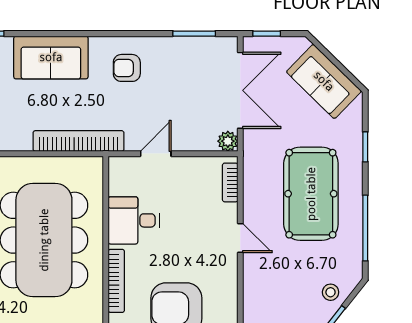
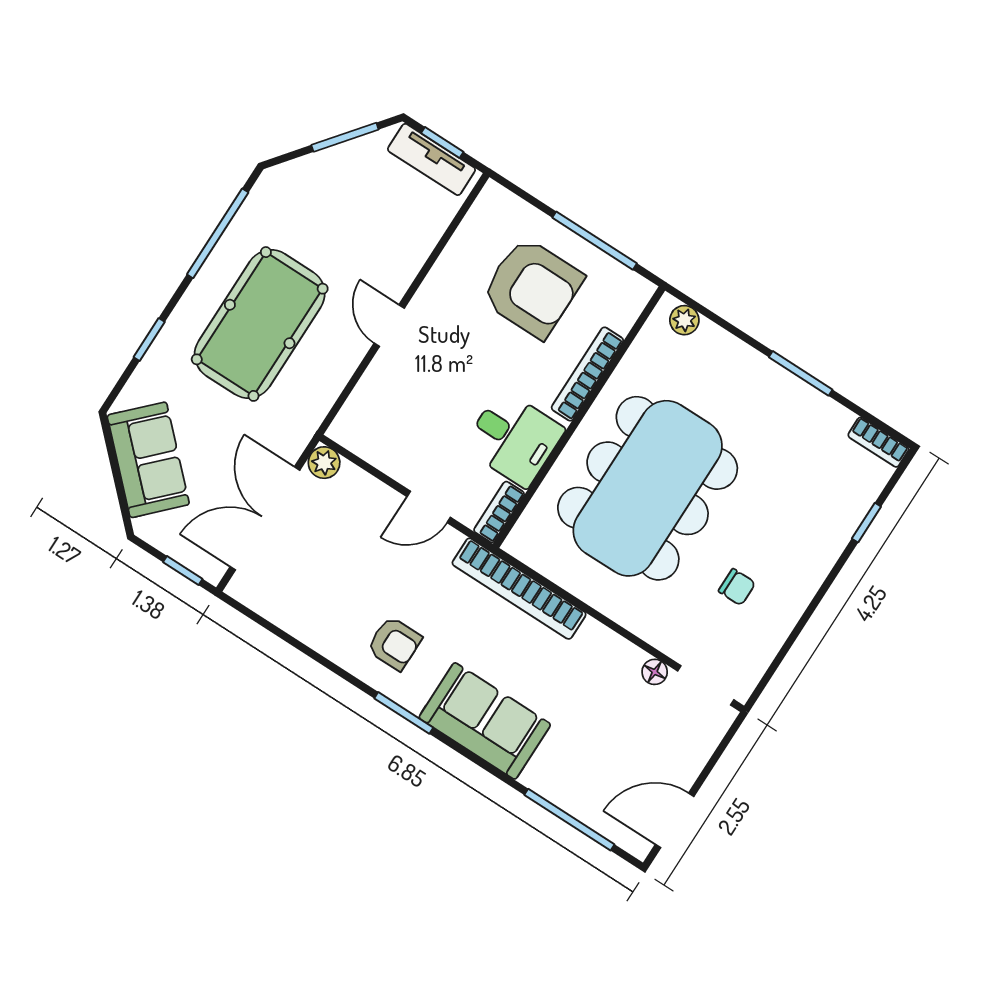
window: (194, 34) -> (404, 713), moved
bookcase: (230, 182) -> (499, 512), moved, turned 180
stool: (331, 292) -> (317, 179), removed

